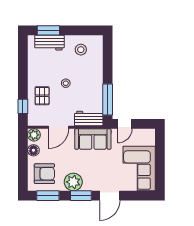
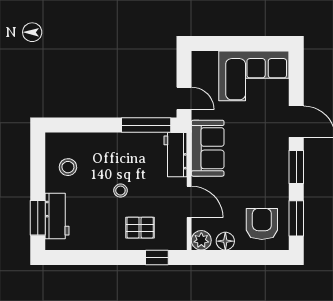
plant: (73, 182) -> (275, 179), removed

